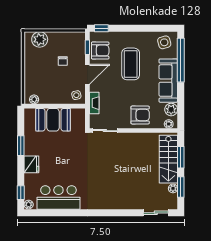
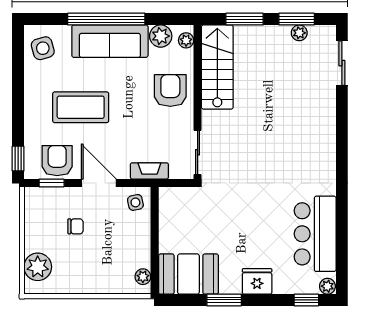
window: (181, 60) -> (106, 19), moved
booth: (53, 120) -> (188, 274), moved, turned 90
stairs: (168, 159) -> (217, 67), moved, turned -90

